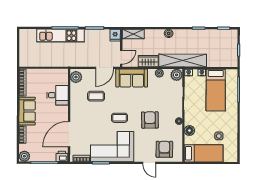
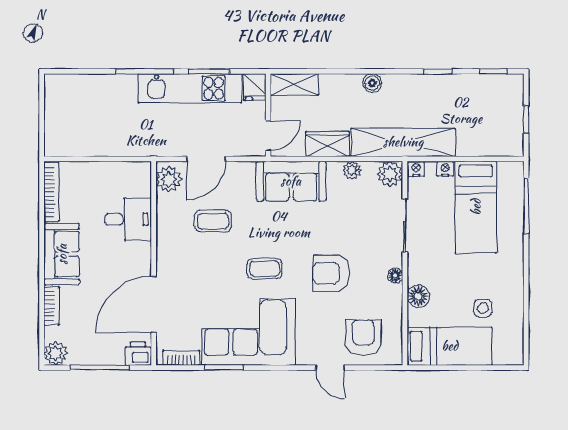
kitchen unit: (61, 36) -> (190, 88), moved
door: (105, 68) -> (206, 159), moved
armchair: (150, 120) -> (331, 273), turned -89

